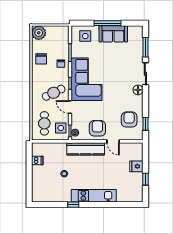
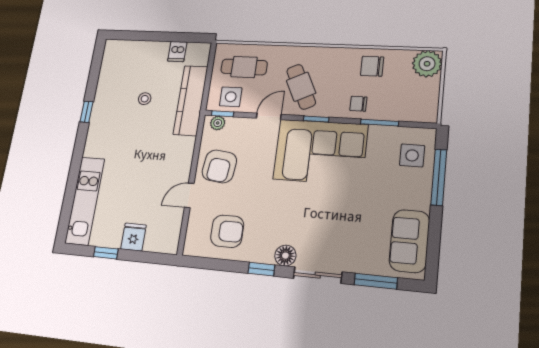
window: (108, 23) -> (439, 177), moved
sofa: (113, 34) -> (409, 241), moved
window: (145, 124) -> (261, 269), moved
armchair: (97, 128) -> (219, 166), turned 97
kitchen counter: (86, 149) -> (191, 100), moved
kitchen unit: (94, 196) -> (85, 201), moved

